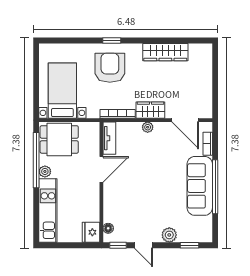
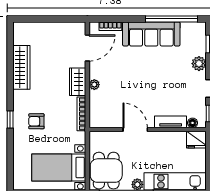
armchair: (110, 68) -> (36, 121), width x0.53, depth x0.53
tv unit: (109, 138) -> (171, 122), moved
window: (215, 187) -> (172, 19), moved

